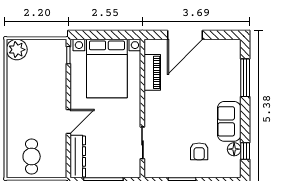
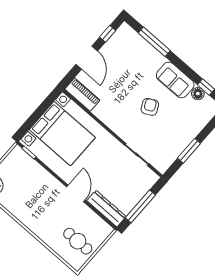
door: (185, 35) -> (87, 58), width x0.73
window: (219, 35) -> (108, 34), added
piano: (152, 72) -> (82, 95), moved
armchair: (199, 151) -> (150, 107), moved, turned -117

